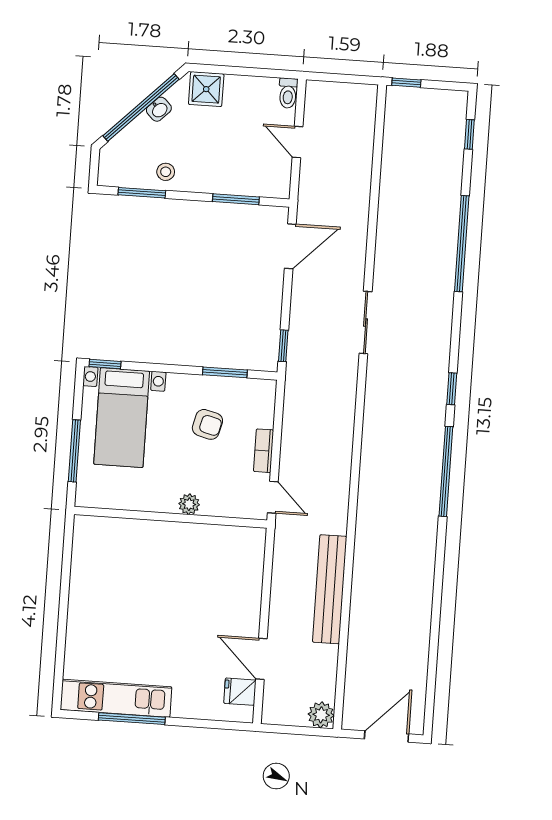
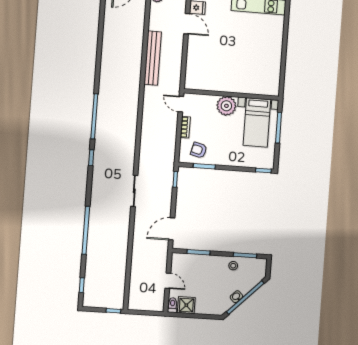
shower: (206, 89) -> (186, 305), moved
bed with nightstands: (122, 418) -> (257, 122), moved, turned 180
armchair: (207, 424) -> (199, 150), moved
plant: (189, 504) -> (226, 106), width x1.87, depth x1.87

